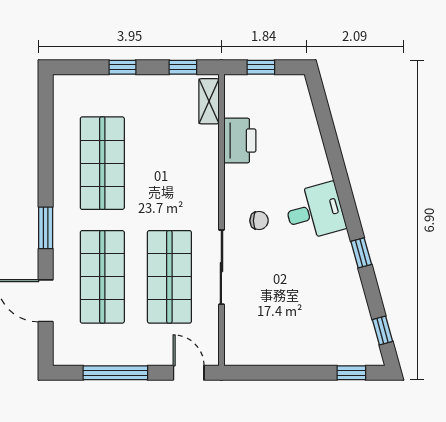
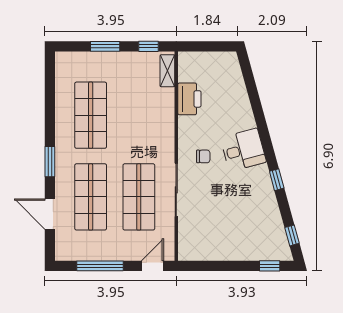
window: (122, 67) -> (105, 46), width x1.50
window: (261, 67) -> (205, 46), removed
door: (189, 373) -> (153, 266), hinge flipped

